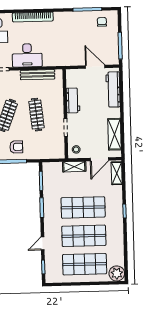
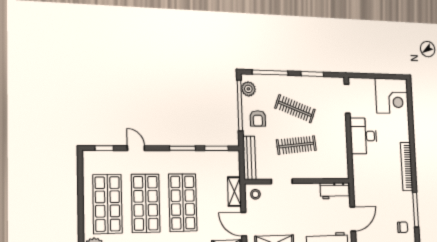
bookcase: (33, 17) -> (407, 166), moved
bench: (38, 75) -> (249, 158), moved
workbench: (73, 100) -> (335, 191), moved

